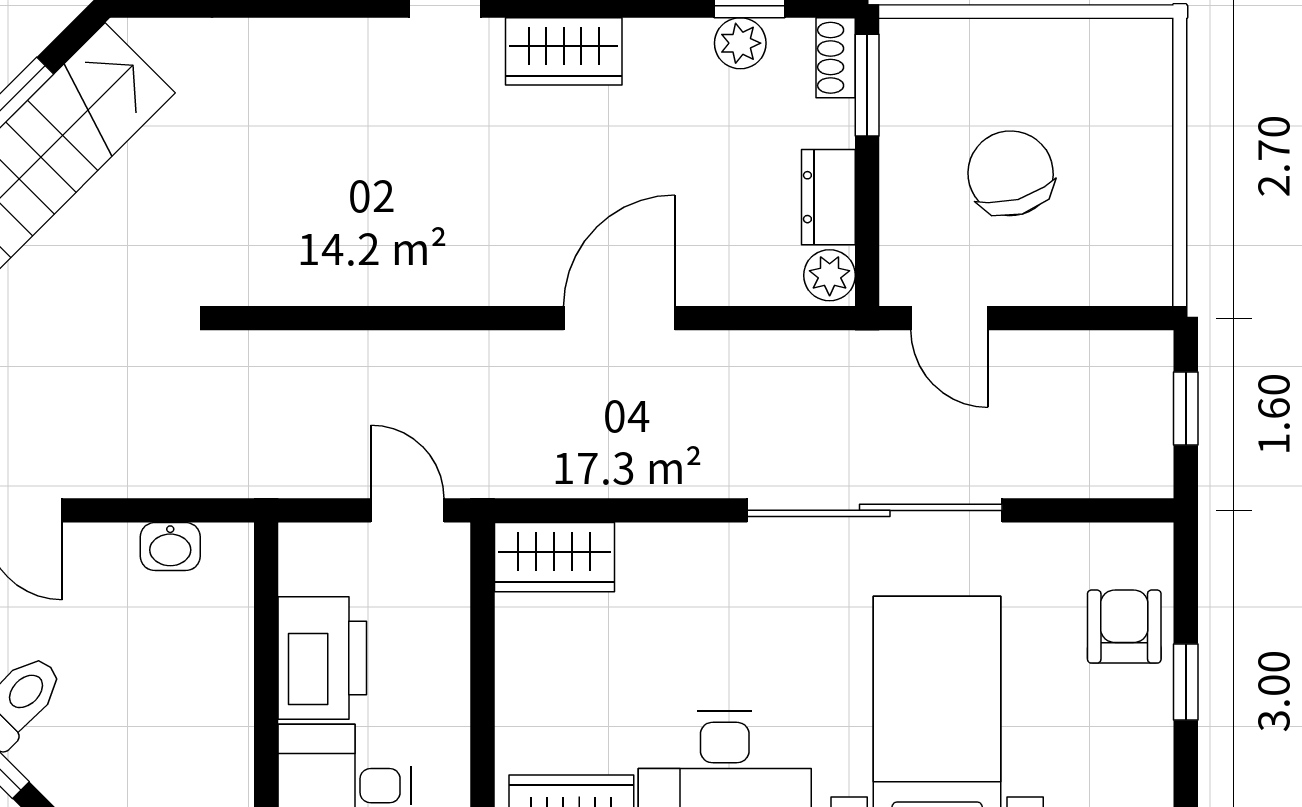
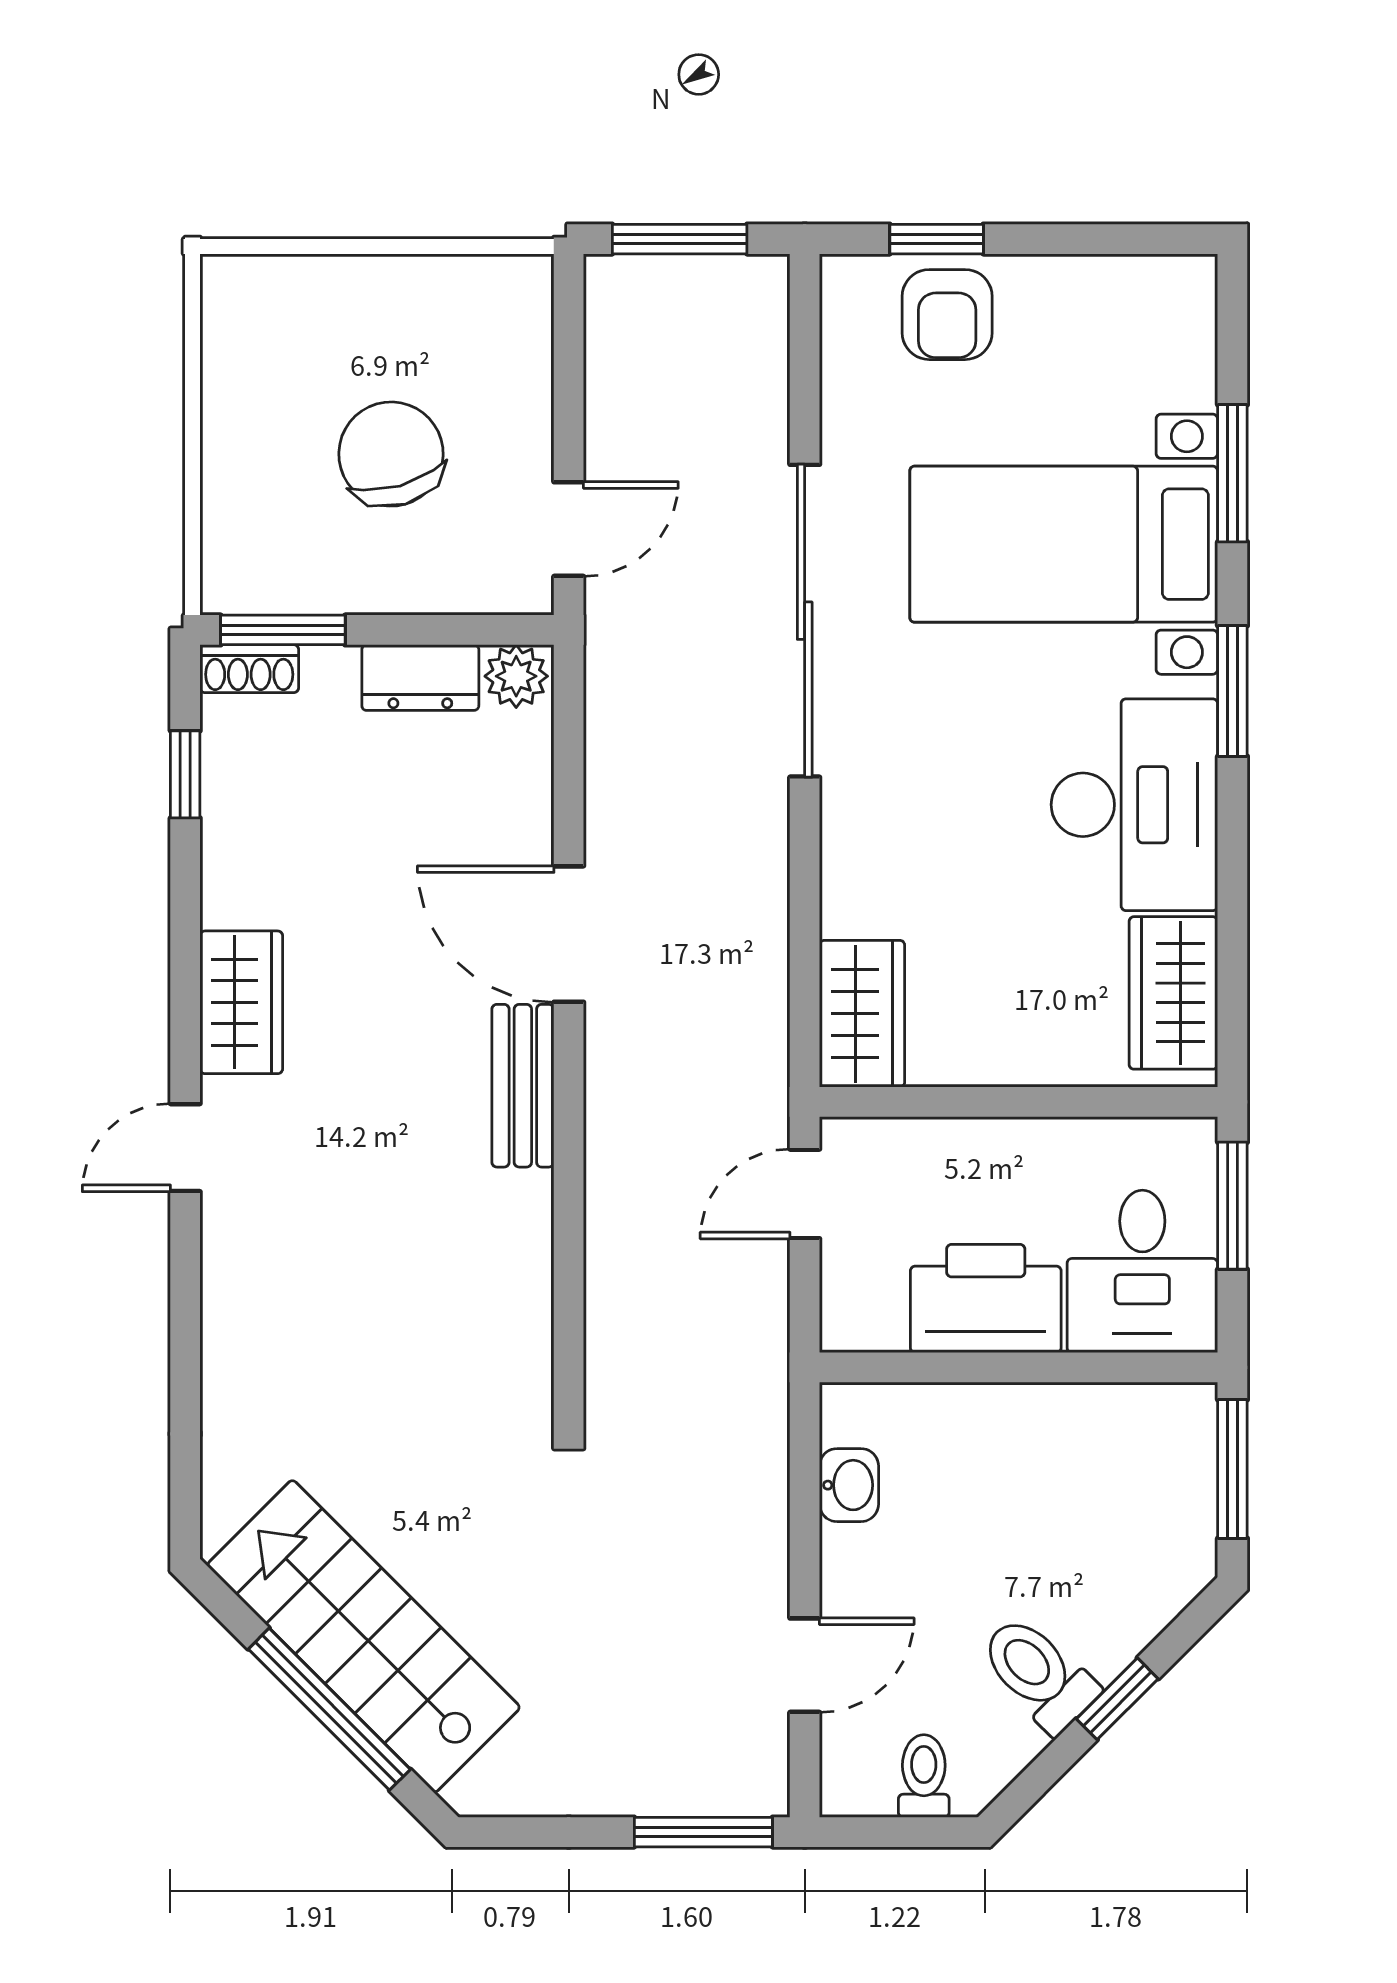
plant: (740, 43) -> (231, 786), removed
chair: (1011, 173) -> (391, 454), turned 90
bench: (496, 281) -> (523, 1086), added
window: (1186, 409) -> (680, 239), width x1.50
armchair: (1124, 627) -> (947, 315), turned -90
window: (1186, 682) -> (937, 239), moved

